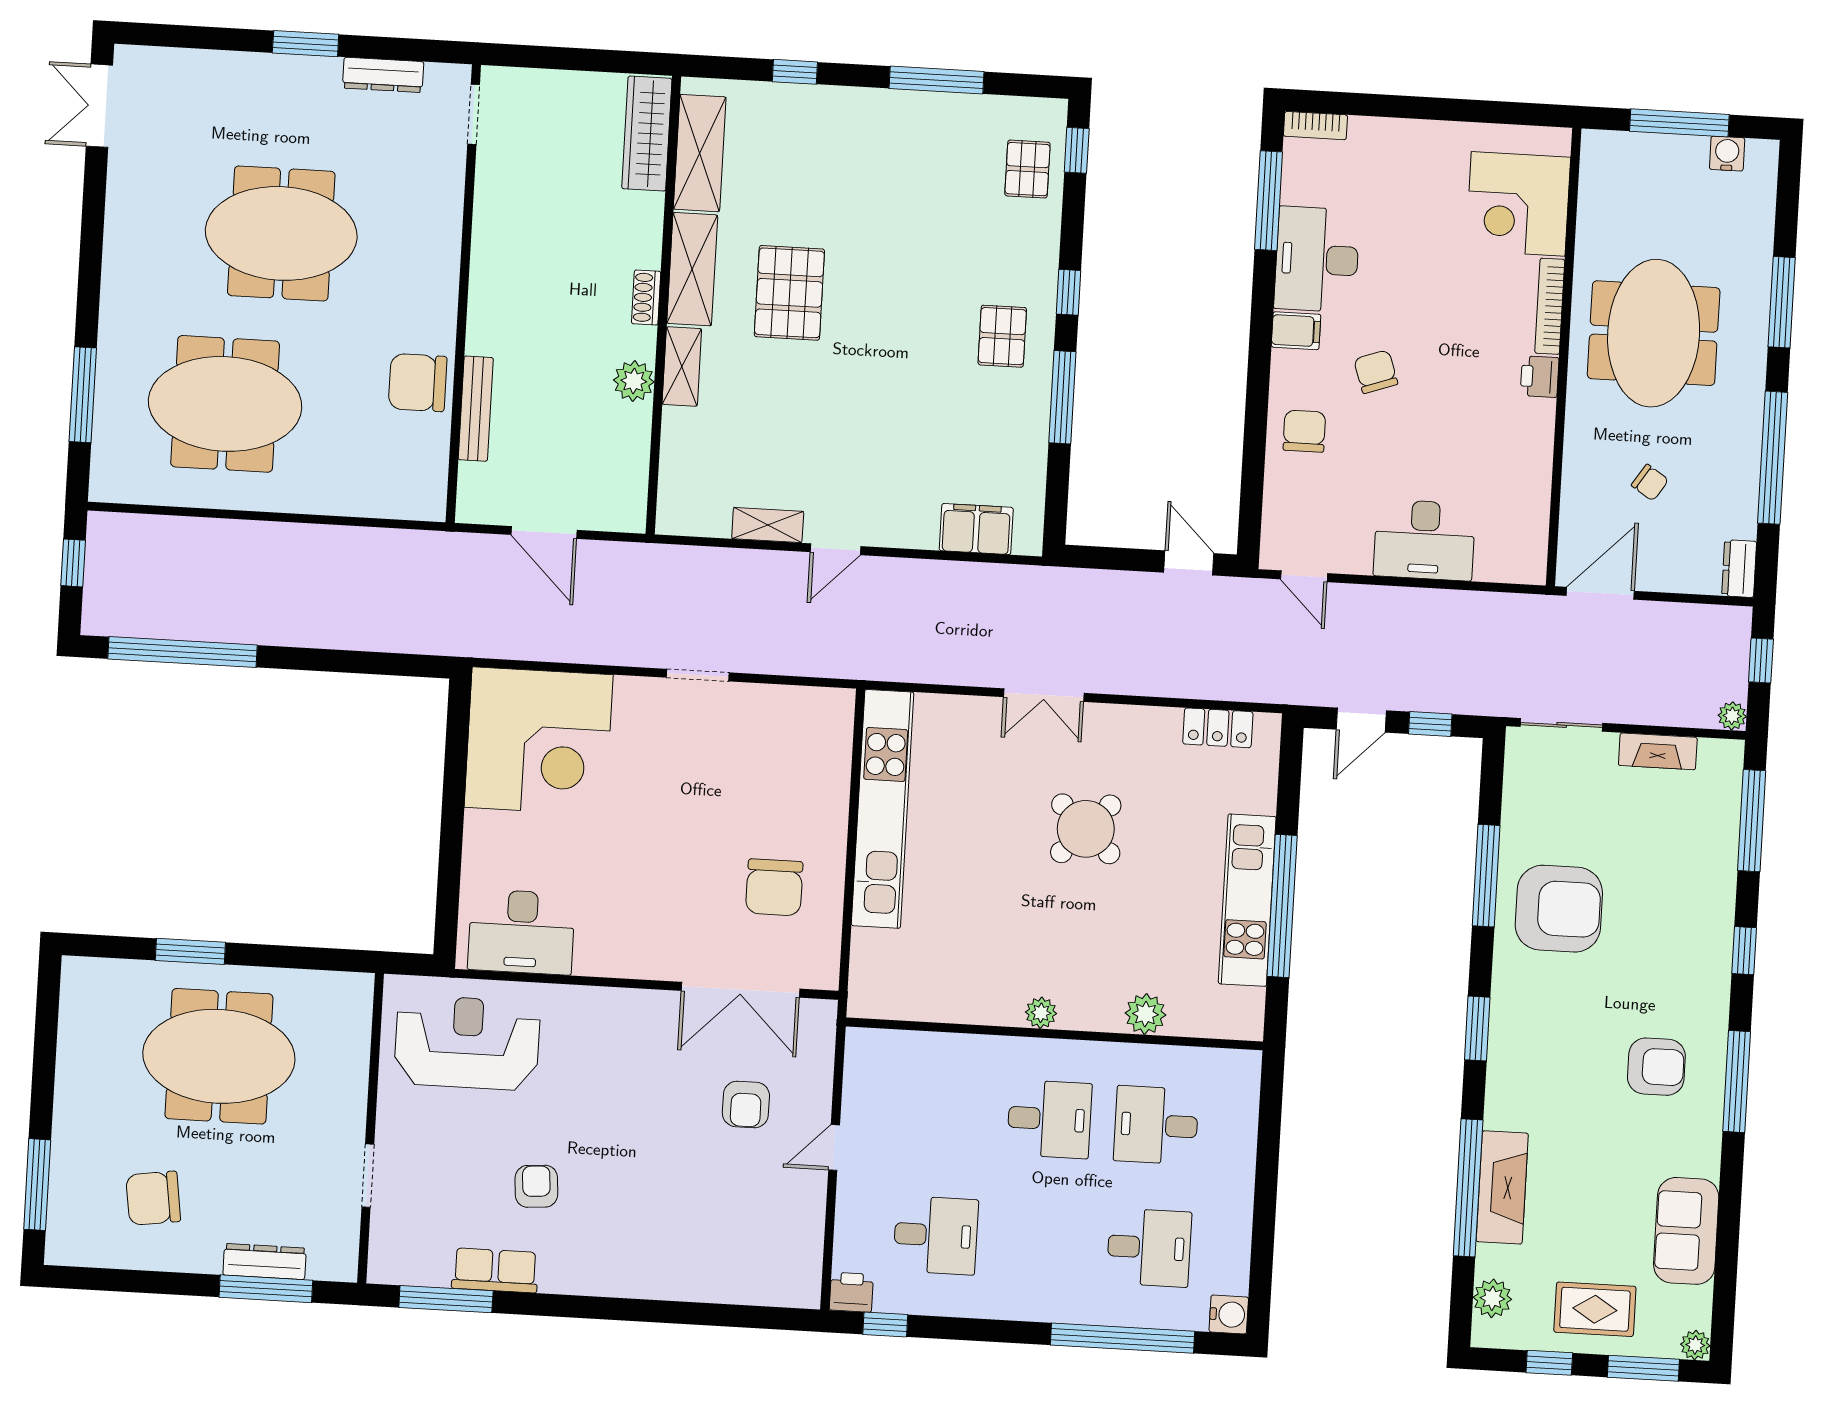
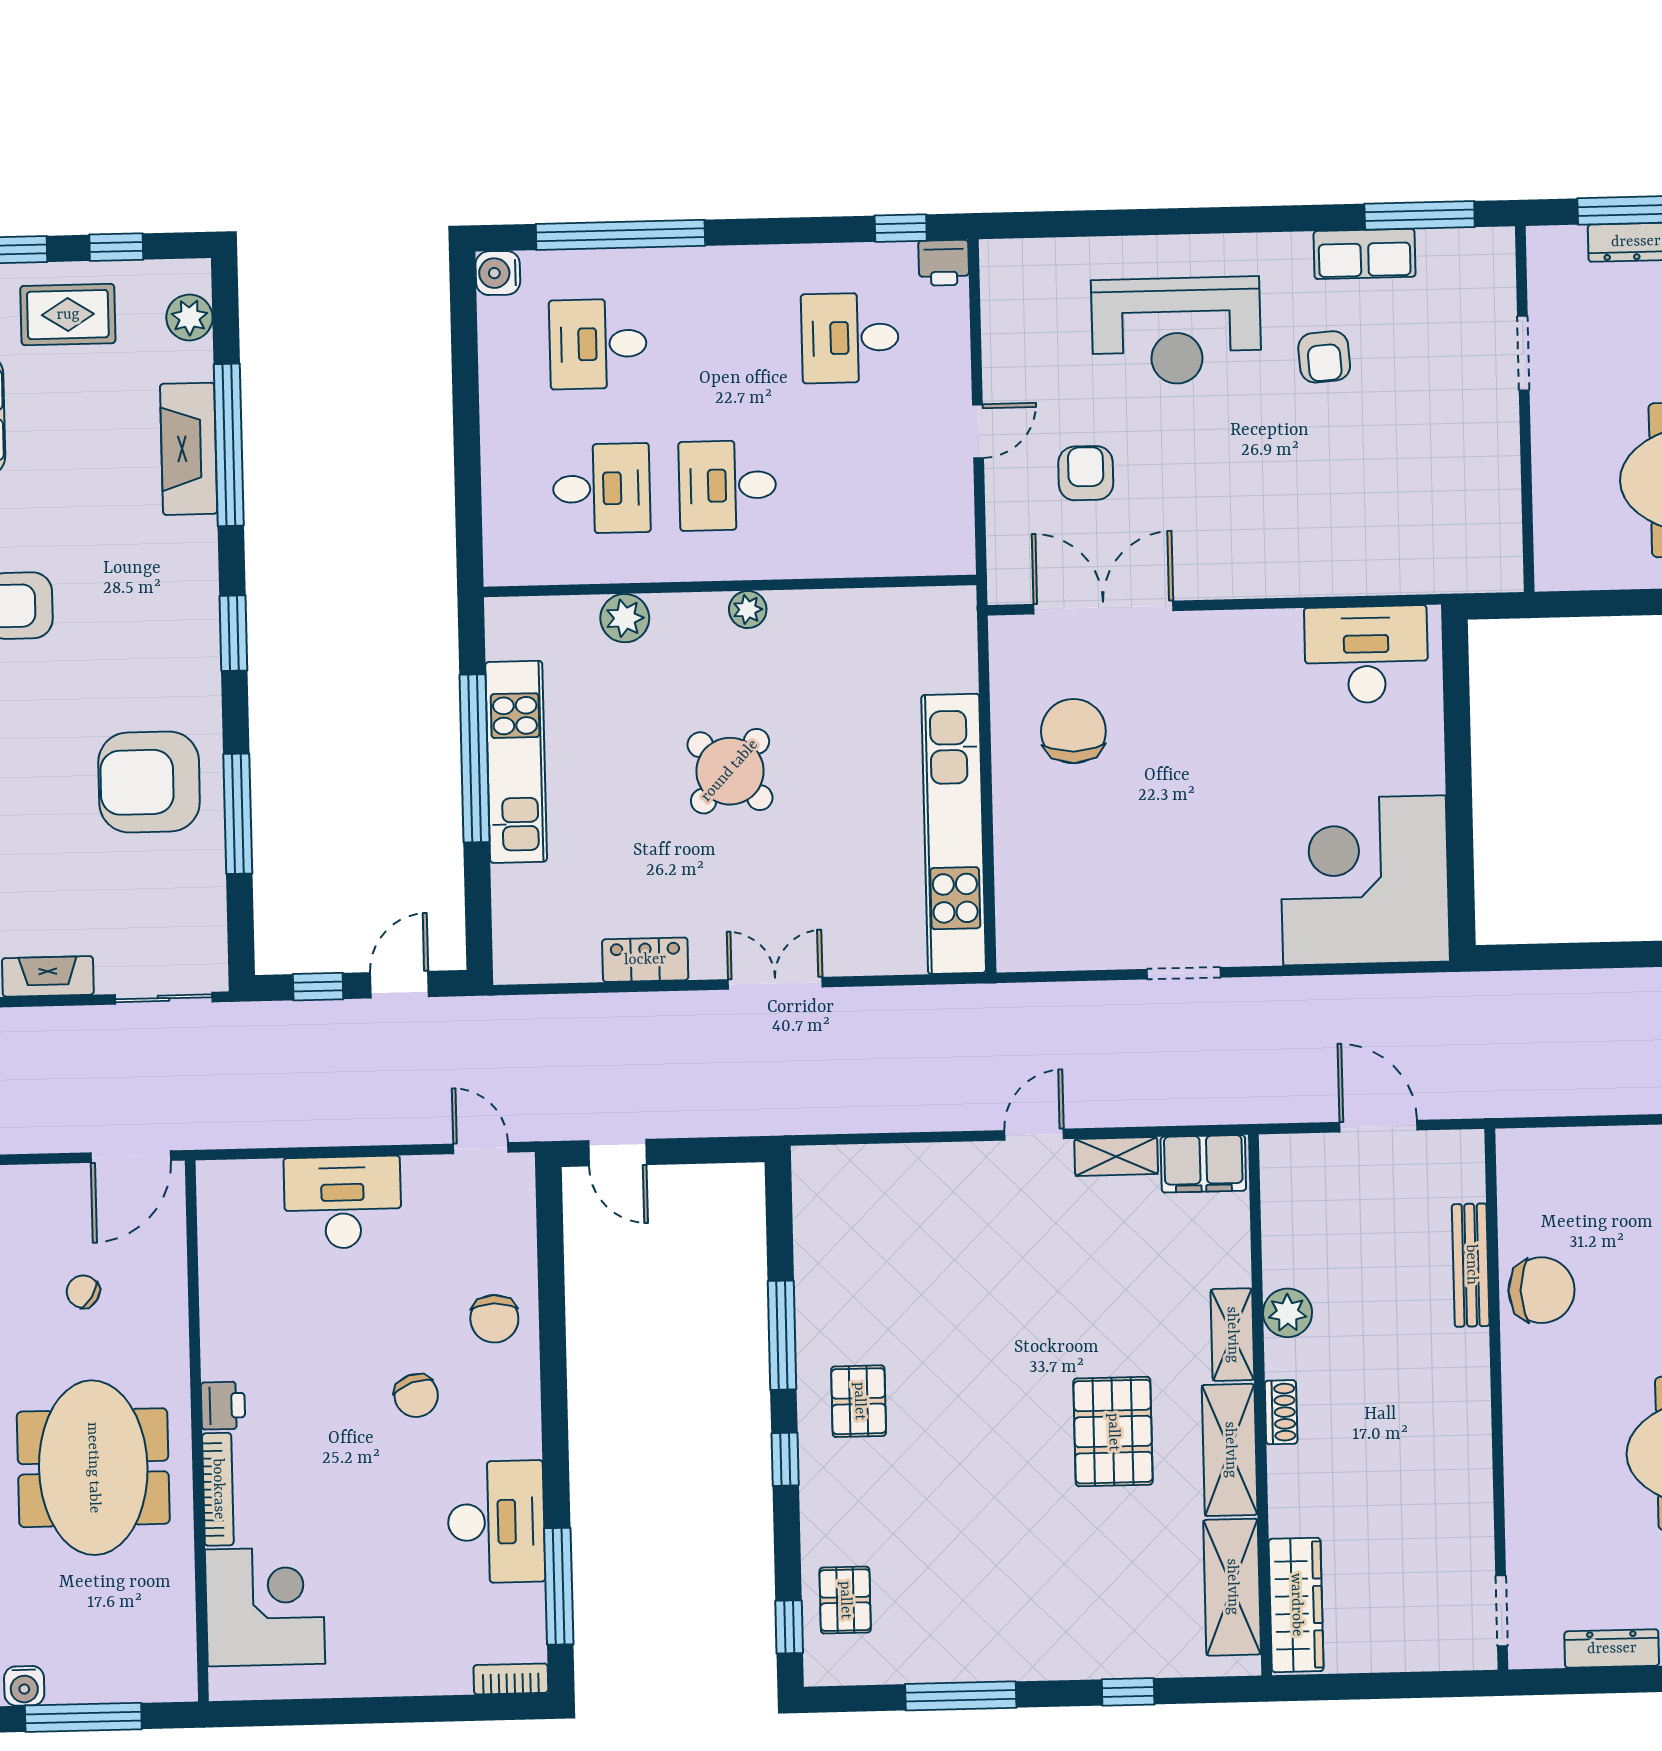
filing cabinet: (1296, 331) -> (514, 1436), removed
filing cabinet: (976, 529) -> (1203, 1164), moved
locker: (1218, 728) -> (645, 960), moved
round table: (1086, 829) -> (730, 771), moved
reception desk: (467, 1043) -> (1176, 331), moved

